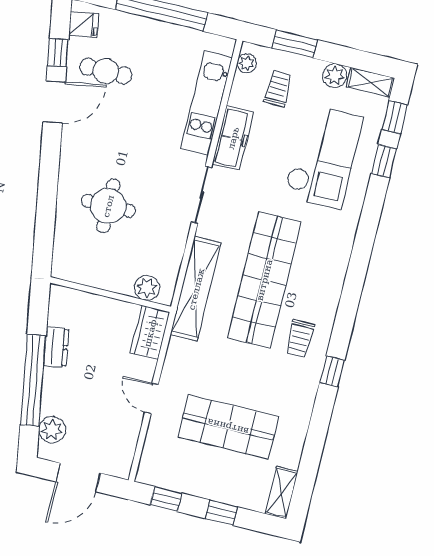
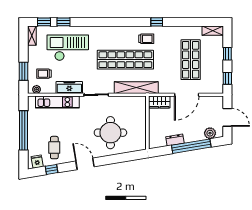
plant: (335, 76) -> (33, 51), removed
door: (54, 102) -> (85, 164), moved
round table: (108, 206) -> (110, 133), width x1.36, depth x1.36
plant: (147, 288) -> (141, 108), removed
door: (152, 398) -> (187, 95), width x1.88

